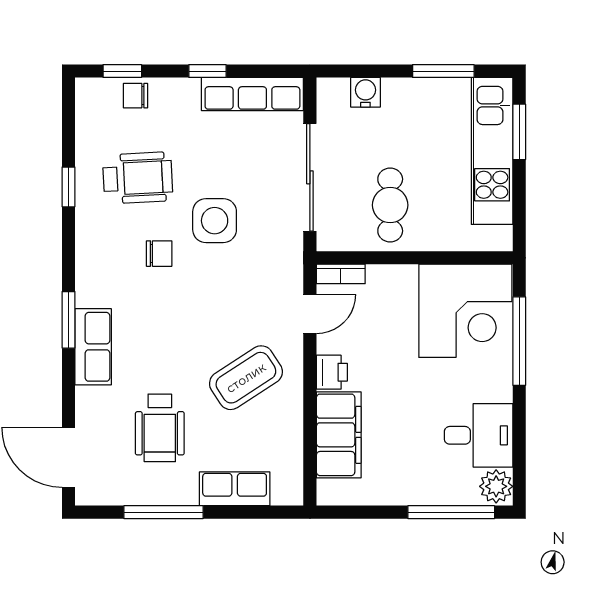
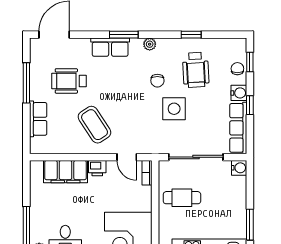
water cooler: (365, 92) -> (239, 168), moved
water cooler: (183, 93) -> (239, 93), added
plant: (87, 269) -> (150, 44), added

